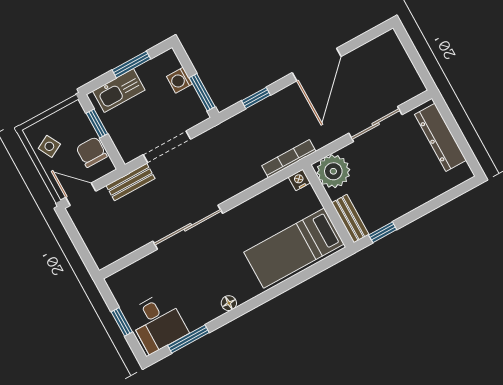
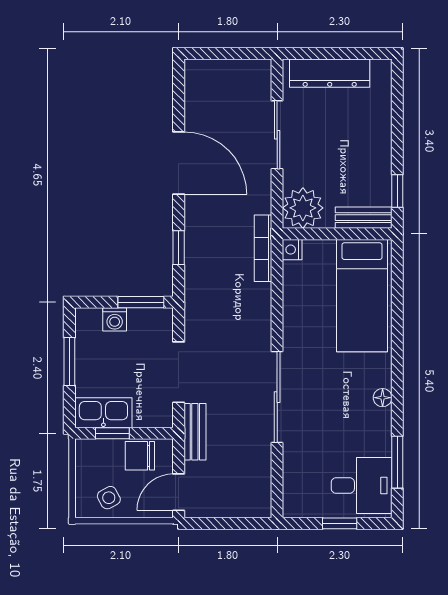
kitchen sink: (119, 91) -> (103, 413), moved, turned -90

